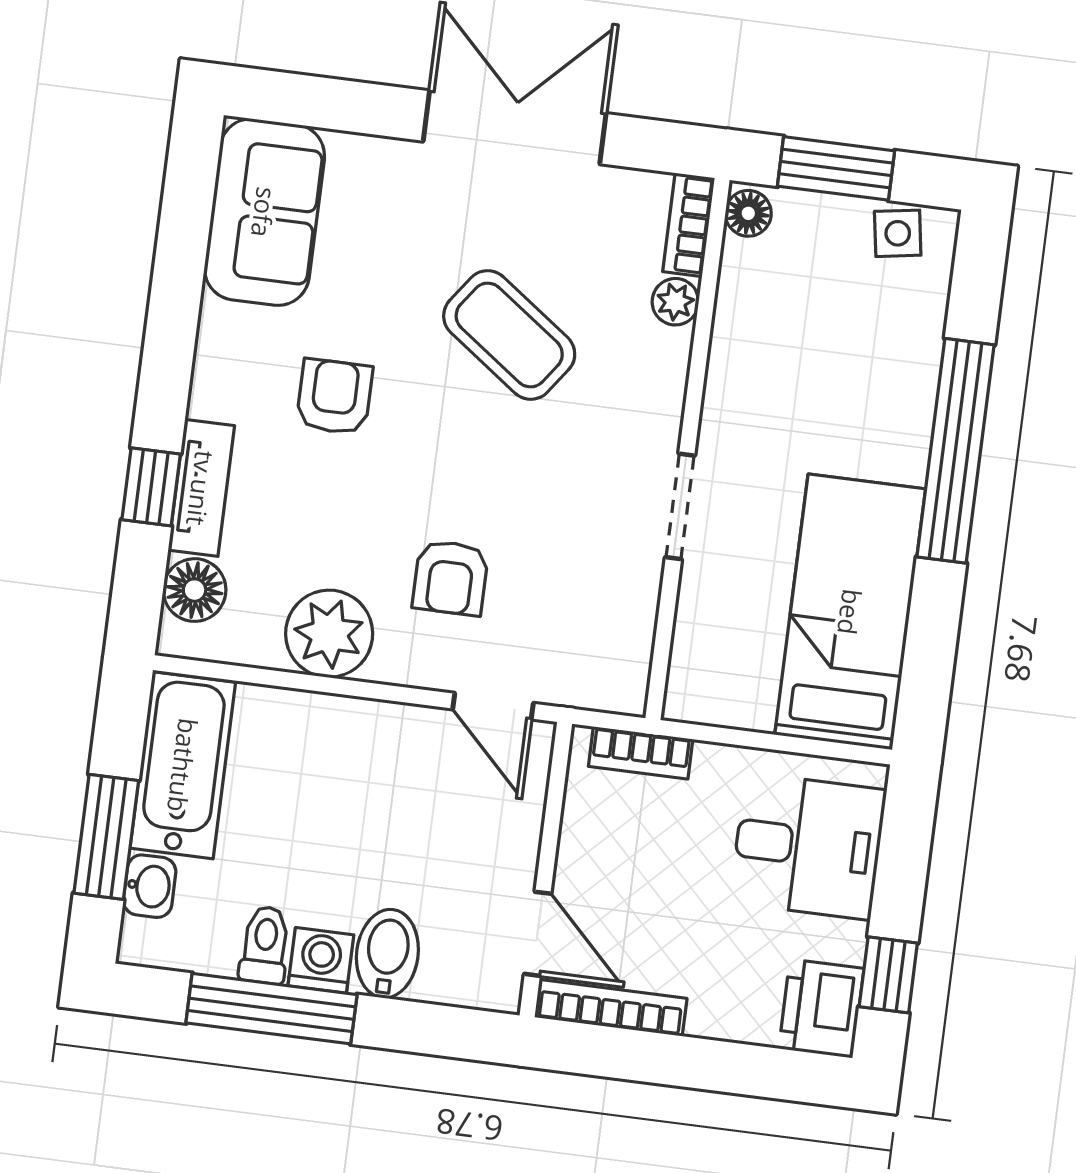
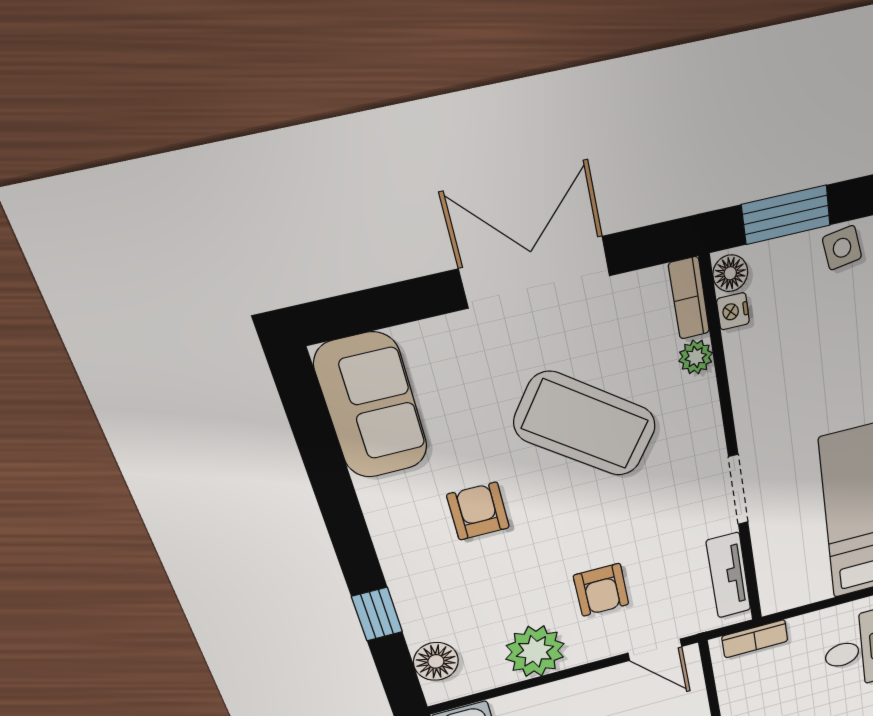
nightstand: (739, 261) -> (733, 311), added
coffee table: (509, 335) -> (585, 424), width x1.36, depth x1.32
tv unit: (201, 488) -> (729, 576), moved, turned 180

